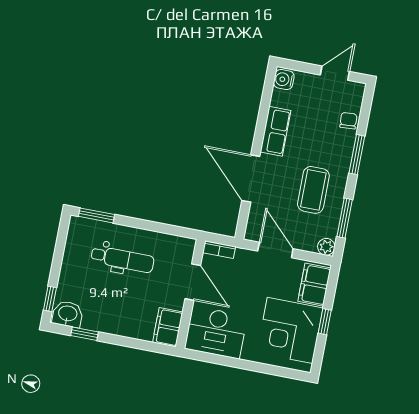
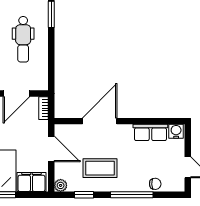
row of seats: (275, 131) -> (150, 132), moved
window: (357, 155) -> (132, 195), width x1.44
window: (345, 218) -> (84, 195), width x0.67
door: (275, 250) -> (51, 149), hinge flipped

